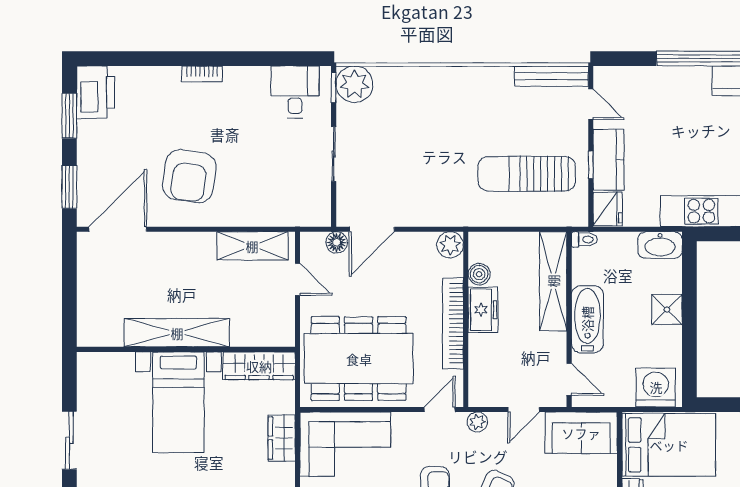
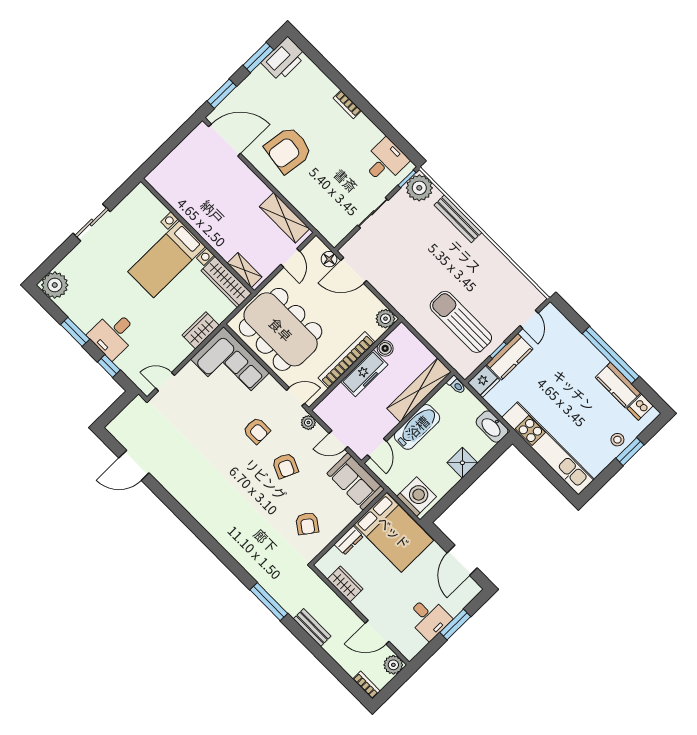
bench: (551, 76) -> (458, 219), moved
freezer: (483, 310) -> (364, 373), width x1.40
shelving: (177, 333) -> (245, 270), moved, width x0.45, depth x0.75

